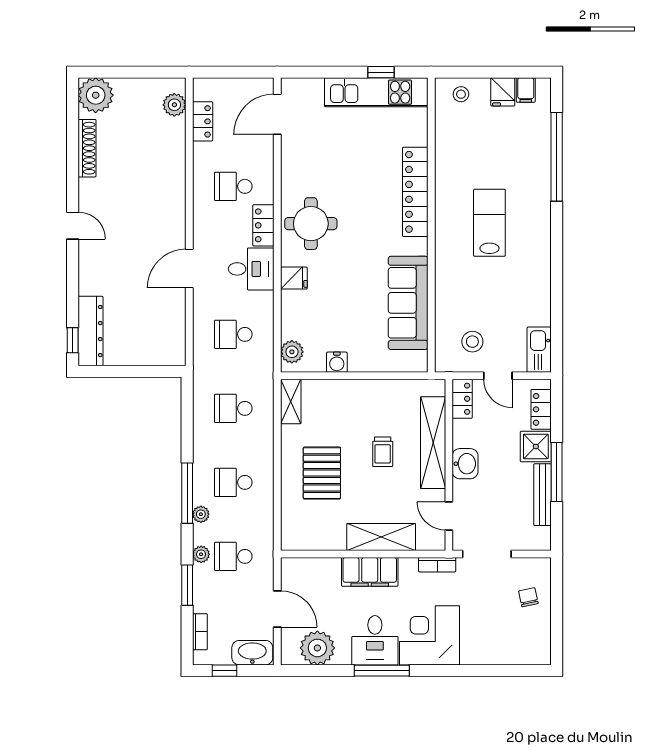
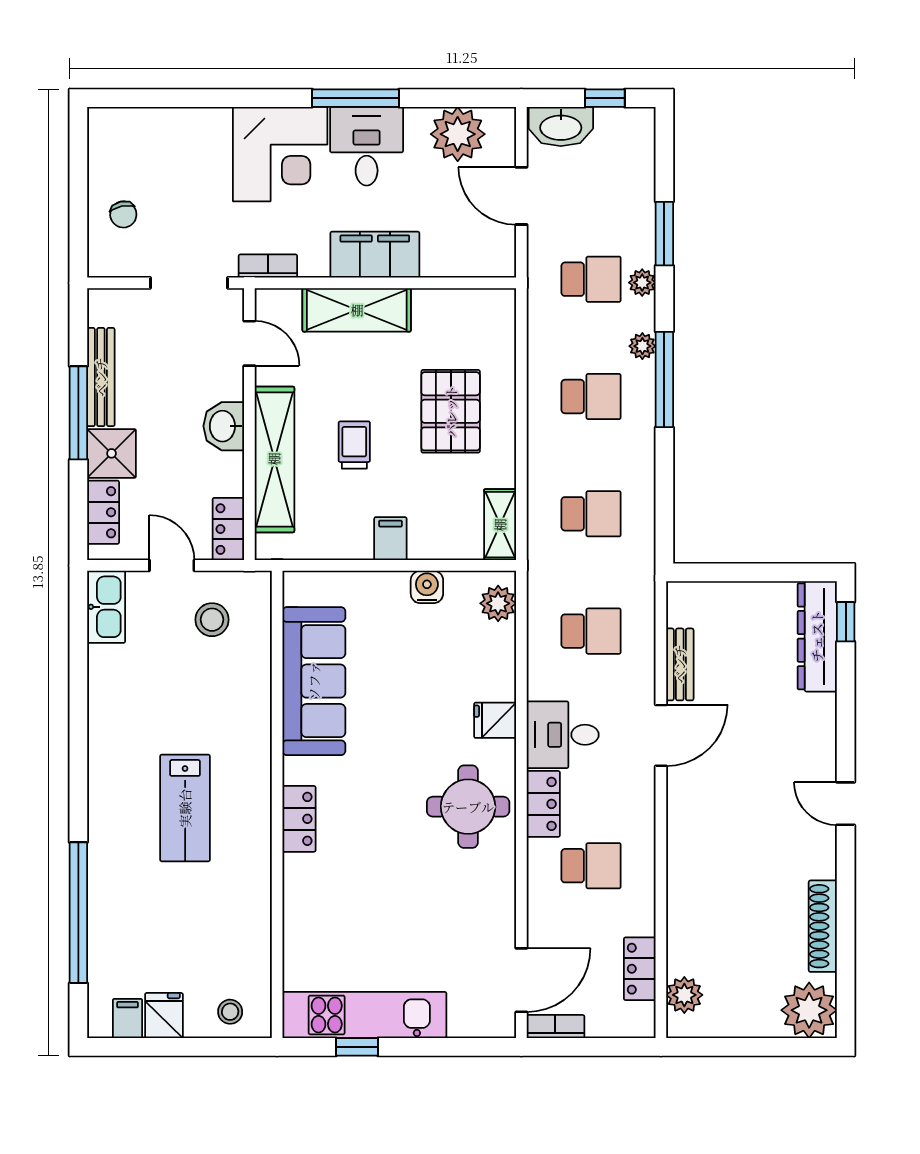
locker: (415, 192) -> (299, 819), width x0.46, depth x0.83
bench: (177, 313) -> (680, 664), added
filing cabinet: (360, 393) -> (390, 539), added
bookcase: (200, 632) -> (555, 1027), moved, turned 90

